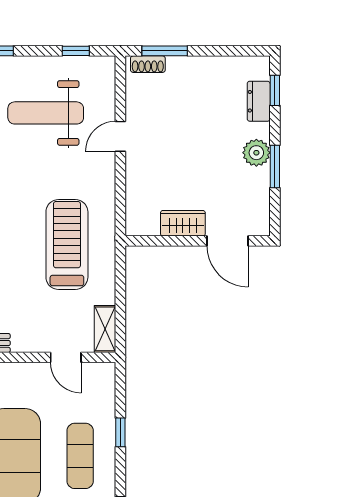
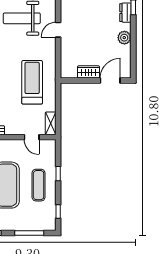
window: (275, 166) -> (133, 44), removed
door: (227, 241) -> (110, 81), swing flipped

